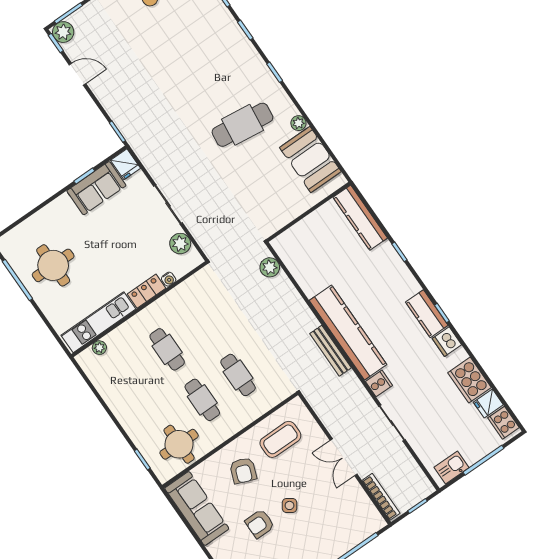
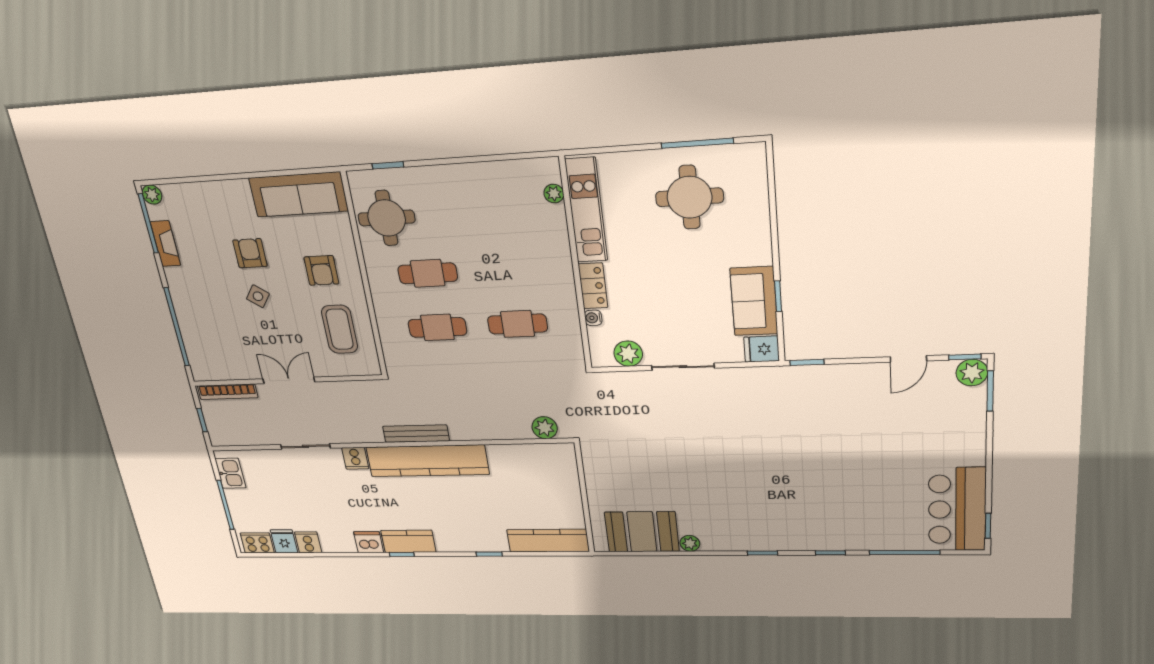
cafe table: (242, 125) -> (725, 491), removed
cafe table: (167, 349) -> (518, 324), moved
cooker: (470, 380) -> (308, 542), width x0.53, depth x0.76
armchair: (243, 471) -> (321, 270), turned -111

